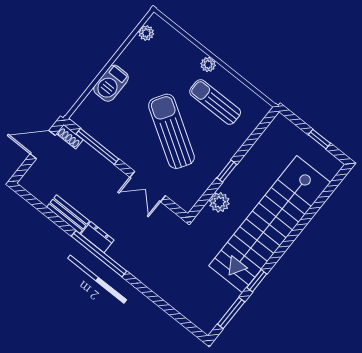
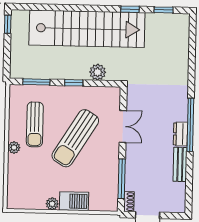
plant: (146, 33) -> (52, 204), moved
window: (255, 135) -> (36, 82), added
window: (319, 139) -> (8, 24), moved
window: (231, 313) -> (164, 10), width x0.67

